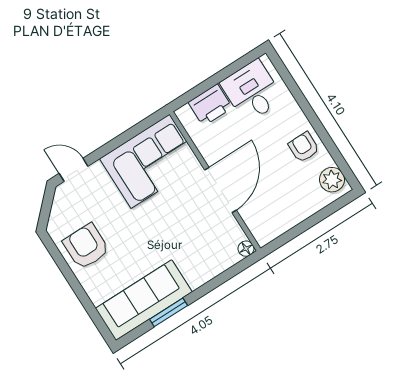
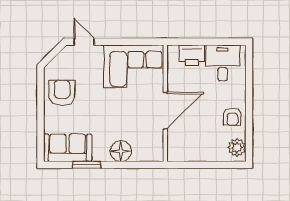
armchair: (304, 147) -> (232, 117), turned 180
floor lamp: (246, 249) -> (121, 151), moved, width x1.89, depth x1.89
sofa: (144, 300) -> (68, 148), width x0.73

